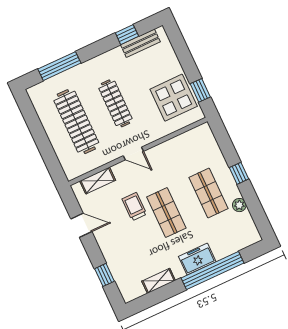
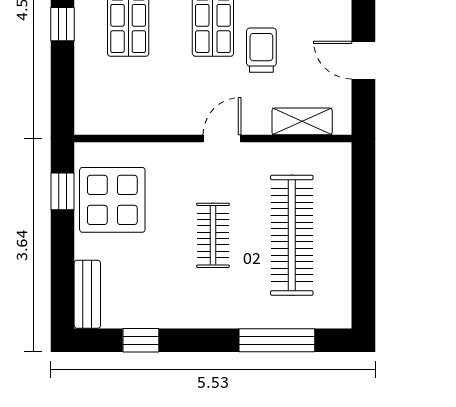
bench: (140, 43) -> (87, 294), moved, turned 90
clothes rail: (115, 103) -> (213, 235), width x0.73
door: (133, 154) -> (222, 138), hinge flipped
trolley: (134, 207) -> (261, 50), turned 180

